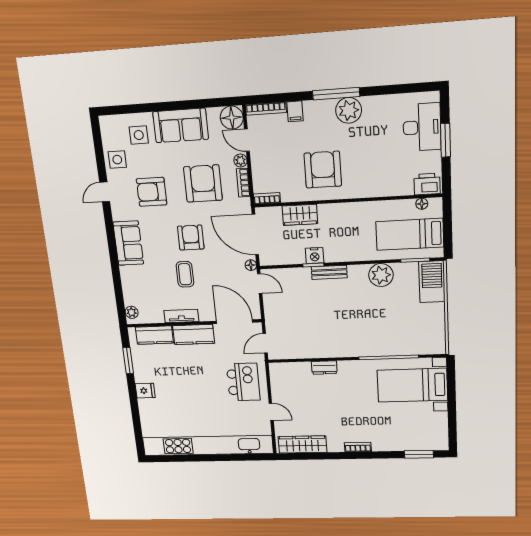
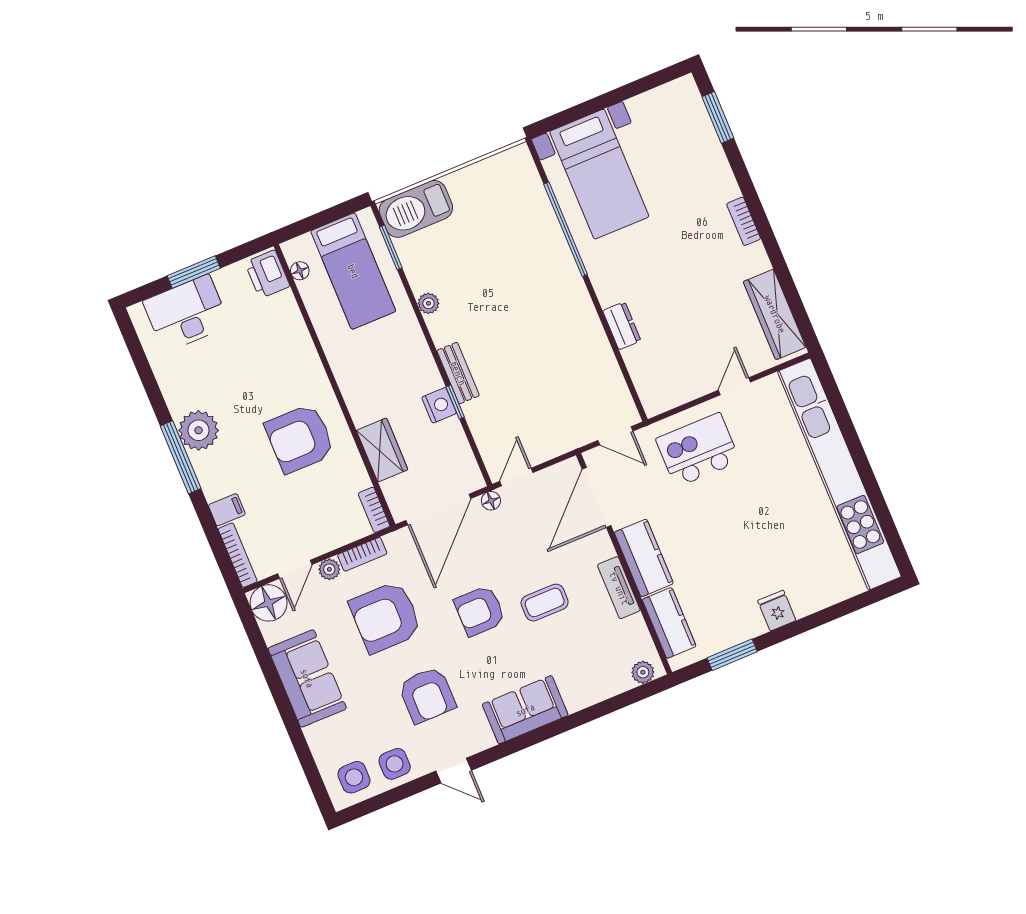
side table: (139, 135) -> (354, 777), moved
plant: (381, 275) -> (428, 303), width x0.53, depth x0.53

